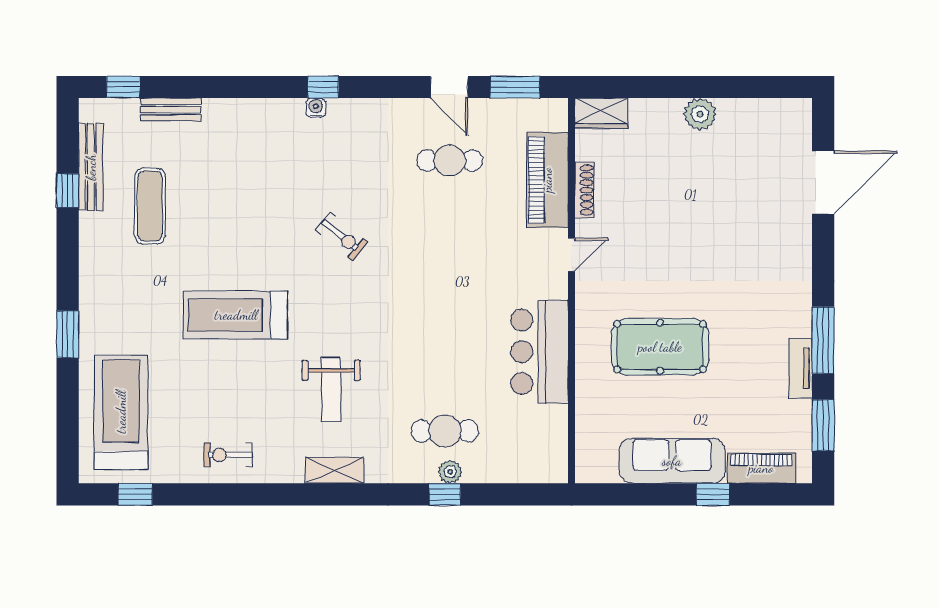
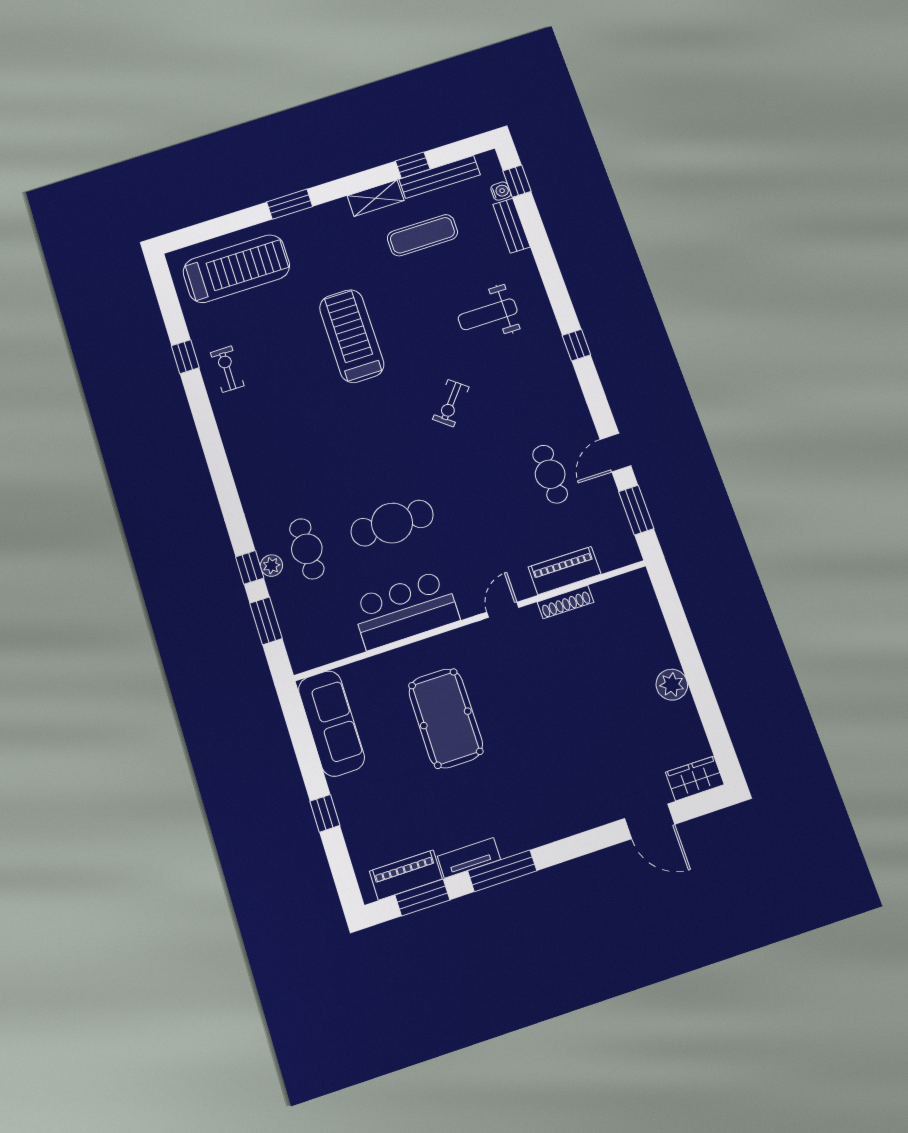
water cooler: (316, 108) -> (501, 191), moved
wardrobe: (601, 113) -> (695, 778), moved, turned 90
piano: (547, 180) -> (565, 571), width x0.73, depth x0.75
door: (823, 182) -> (650, 821), width x0.73
door: (572, 255) -> (503, 610), swing flipped
cafe table: (447, 337) -> (392, 523), added
weight bench: (331, 390) -> (488, 314), moved
sofa: (672, 461) -> (331, 723), moved
piano: (761, 468) -> (406, 875), moved, turned -90
shelving: (335, 470) -> (376, 198), moved, turned 90
window: (135, 494) -> (185, 357), moved
window: (505, 494) -> (266, 621), added

